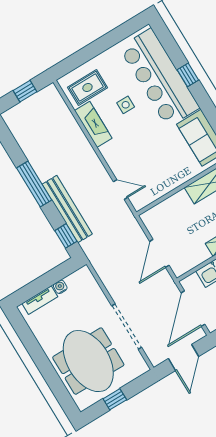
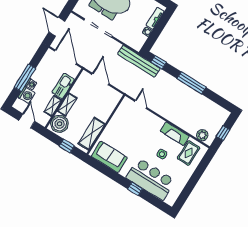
bar counter: (159, 78) -> (151, 179), width x0.73
plant: (56, 103) -> (202, 135), added
door: (121, 190) -> (141, 104), swing flipped
bench: (67, 209) -> (139, 61), moved

